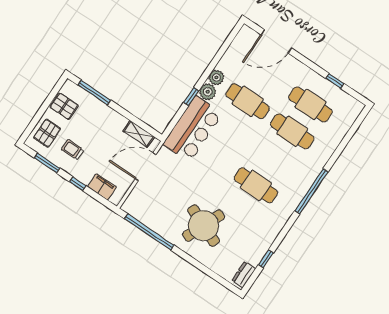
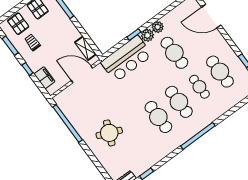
cafe table: (292, 131) -> (199, 87), width x0.73, depth x0.74
pallet: (47, 133) -> (18, 24), turned 90
cafe table: (274, 158) -> (179, 102), added
round table: (204, 226) -> (109, 133), width x0.73, depth x0.73

